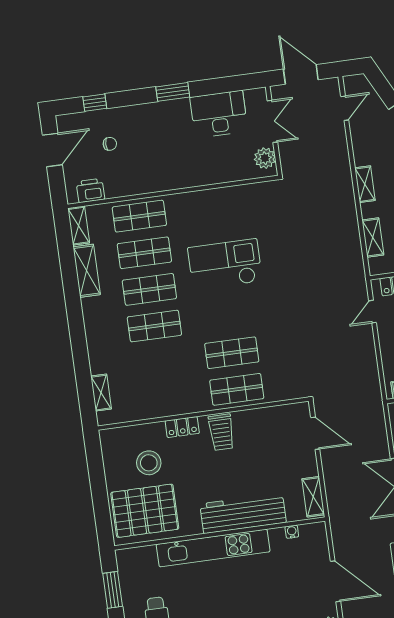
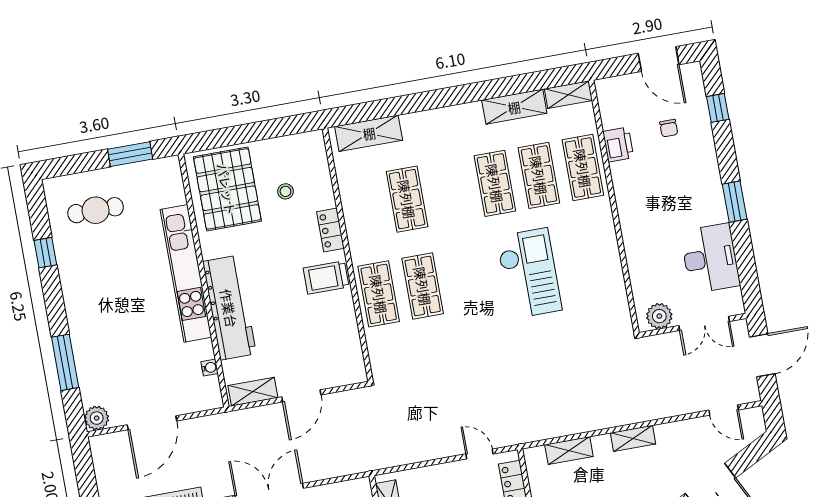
printer: (90, 190) -> (618, 145), moved
shop shelf: (154, 326) -> (407, 199), moved
shelving: (101, 393) -> (369, 133), width x1.50, depth x1.33
door: (315, 433) -> (301, 396), moved
stool: (149, 463) -> (285, 191), width x0.53, depth x0.53

